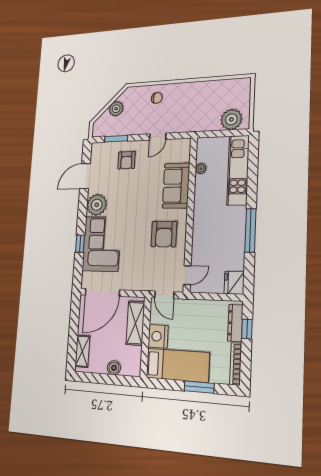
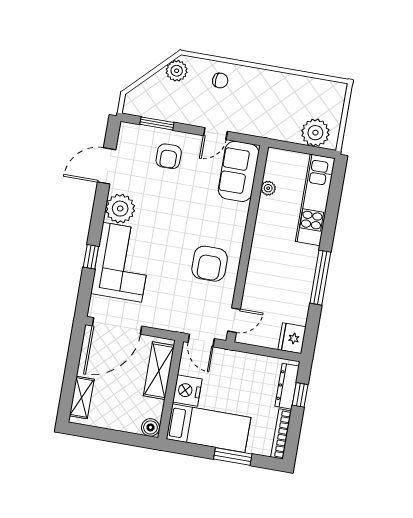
plant: (116, 109) -> (177, 71), moved
sofa: (176, 186) -> (239, 171), moved
boiler: (114, 368) -> (150, 427), moved

